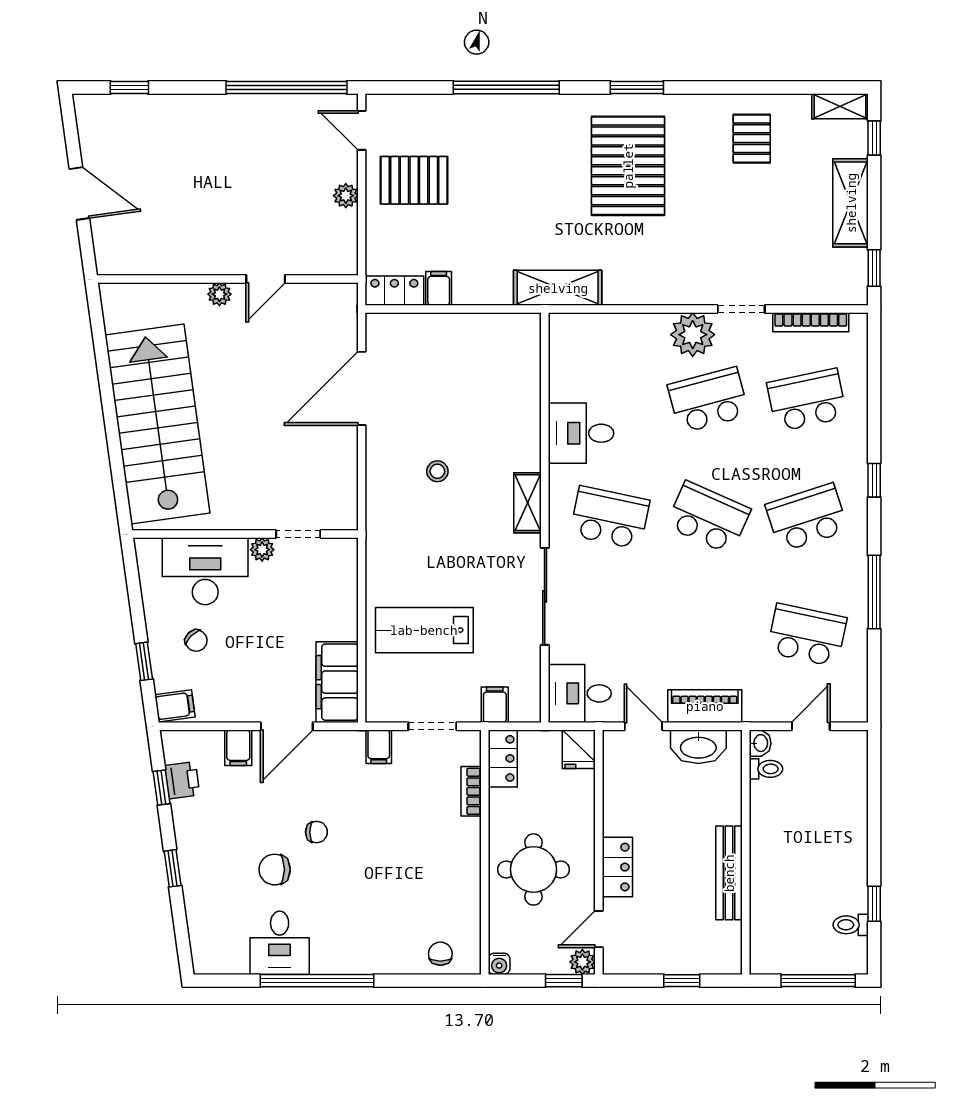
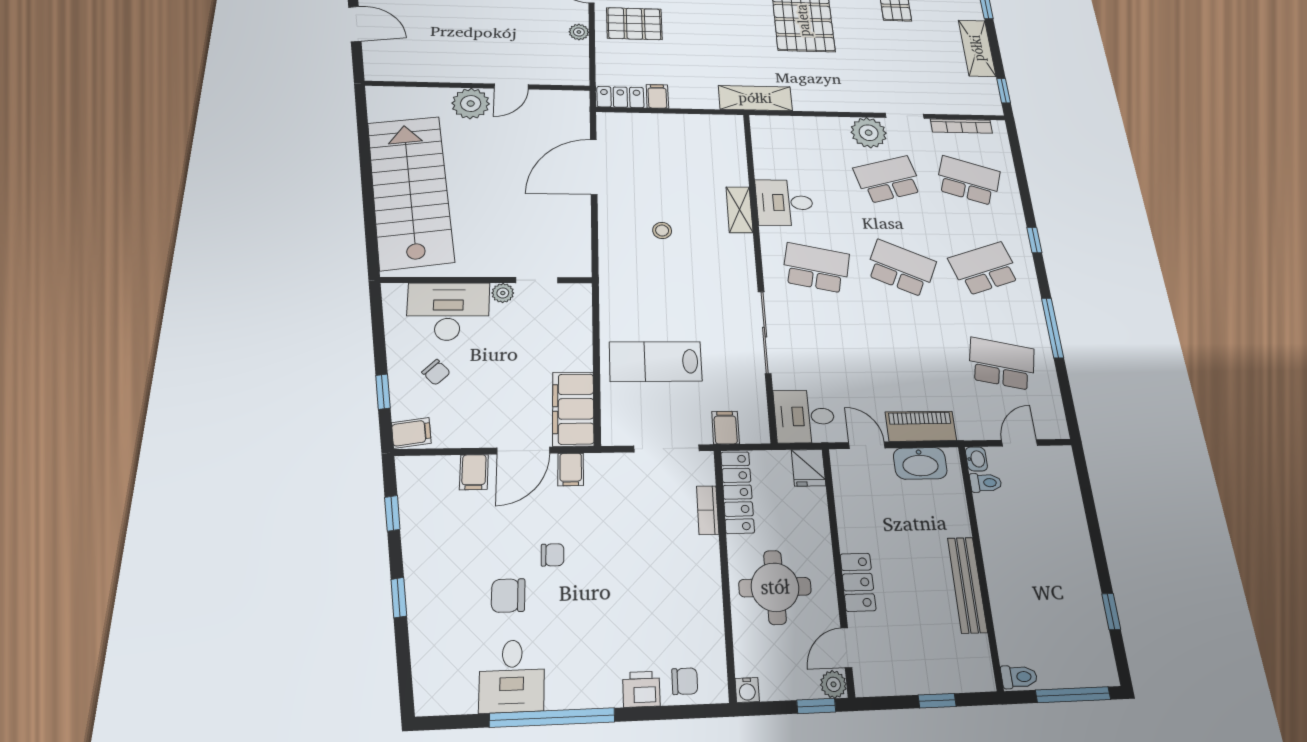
plant: (219, 294) -> (471, 104), width x1.87, depth x1.87
school desk: (807, 400) -> (968, 181), turned 30
shelving: (527, 503) -> (739, 210), moved
doorway: (432, 726) -> (667, 448), width x1.38
filing cabinet: (379, 747) -> (571, 469), moved
locker: (503, 758) -> (737, 492), width x1.53
printer: (182, 780) -> (641, 689), moved, turned -82
toilet: (851, 925) -> (1019, 677), moved, turned 180
chair: (440, 954) -> (685, 681), turned 90

